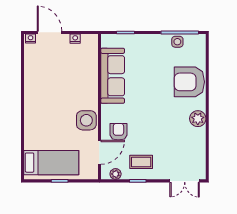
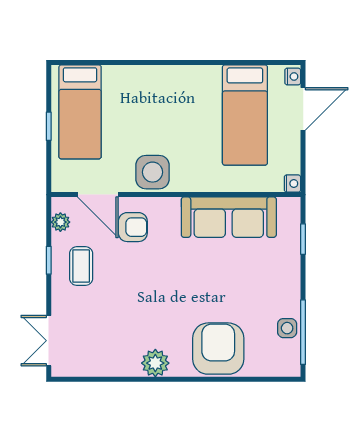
nightstand: (75, 39) -> (292, 184), moved
bed: (53, 66) -> (245, 115), added

